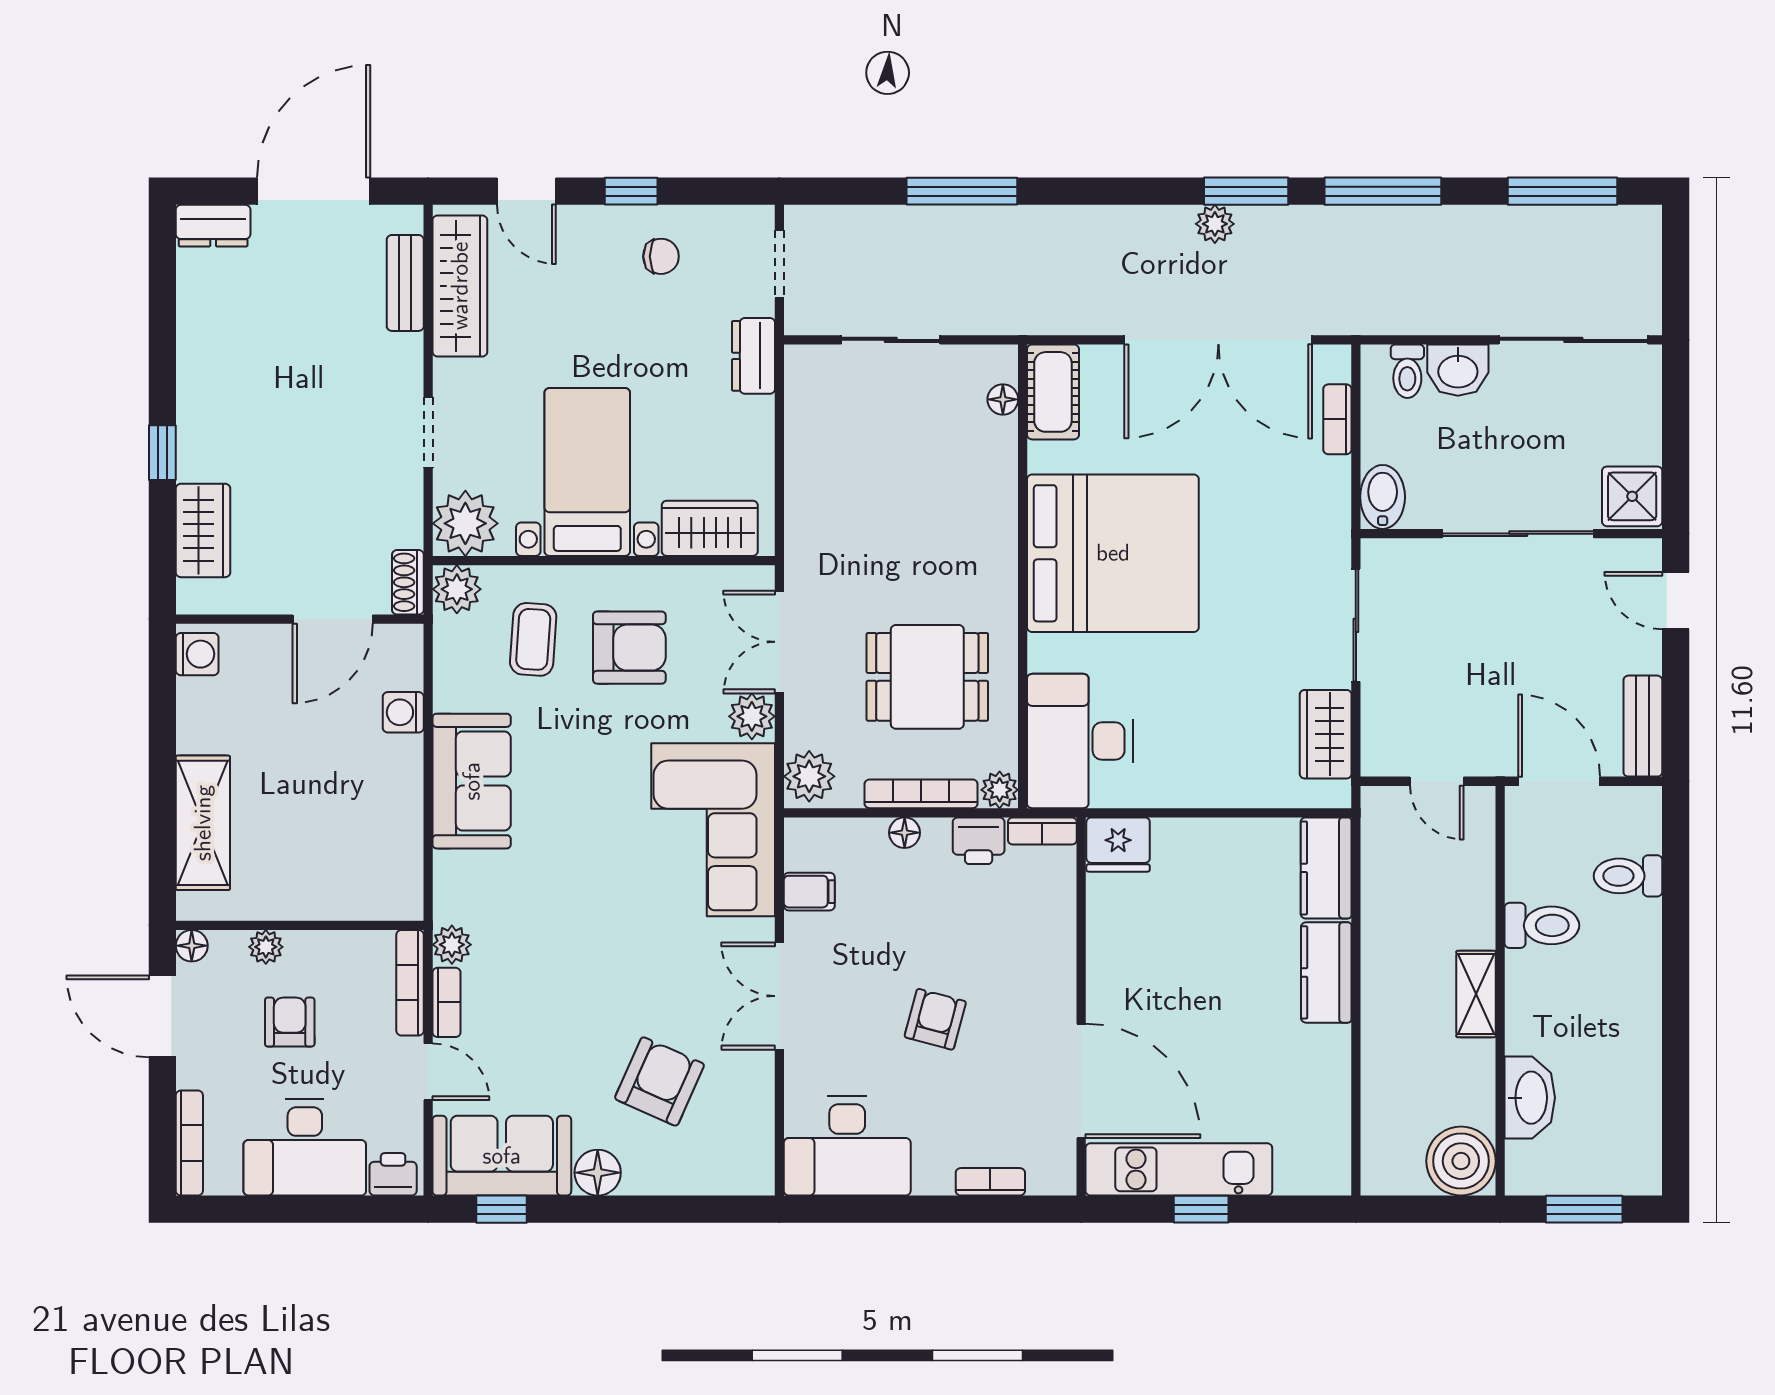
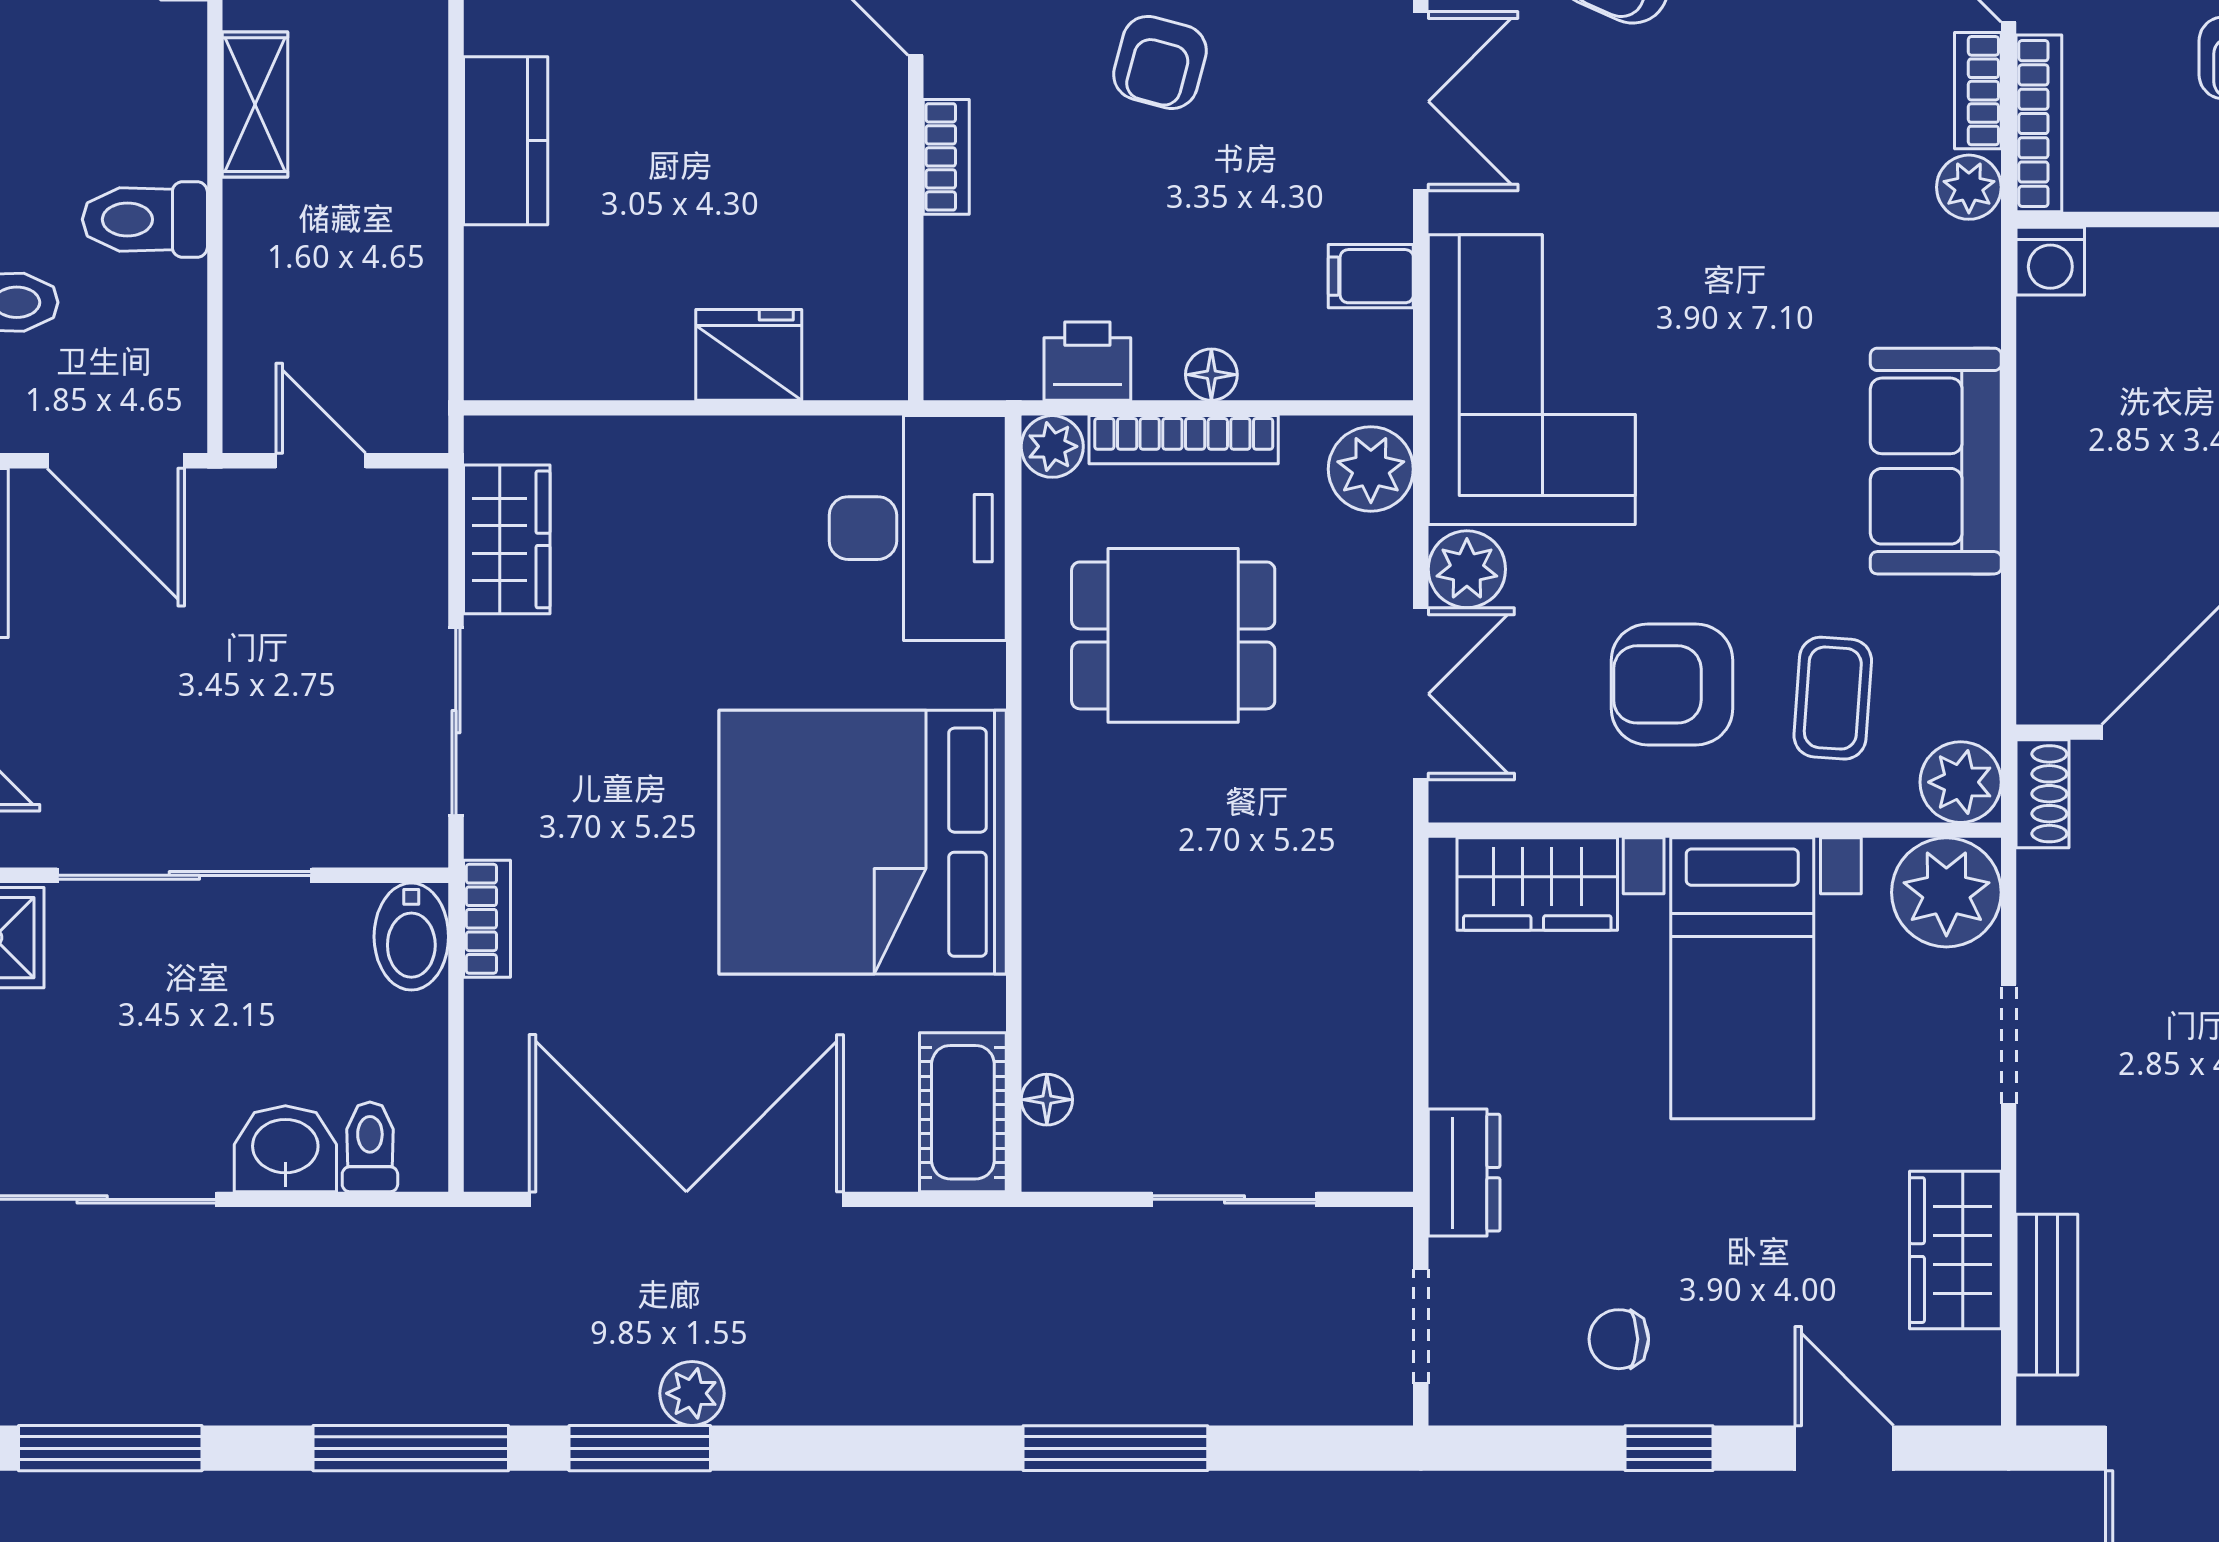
wardrobe: (460, 286) -> (1955, 1250), width x0.67
bookcase: (1337, 419) -> (487, 919), moved
washing machine: (403, 712) -> (2050, 261), moved, turned 90
bookcase: (1042, 831) -> (946, 157), moved, turned 90
fridge: (1118, 845) -> (749, 355), moved
kitchen counter: (1326, 868) -> (506, 316), removed

